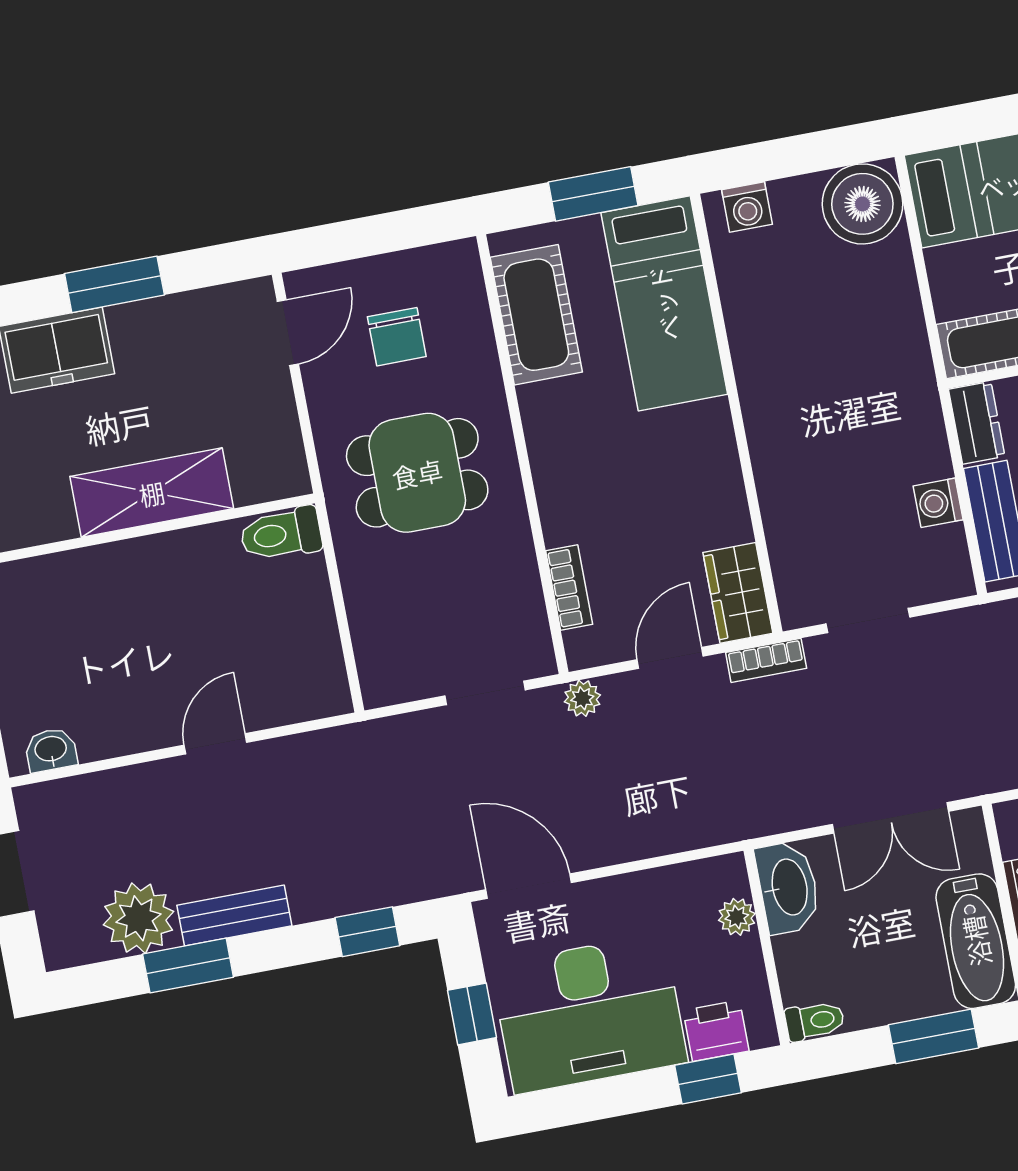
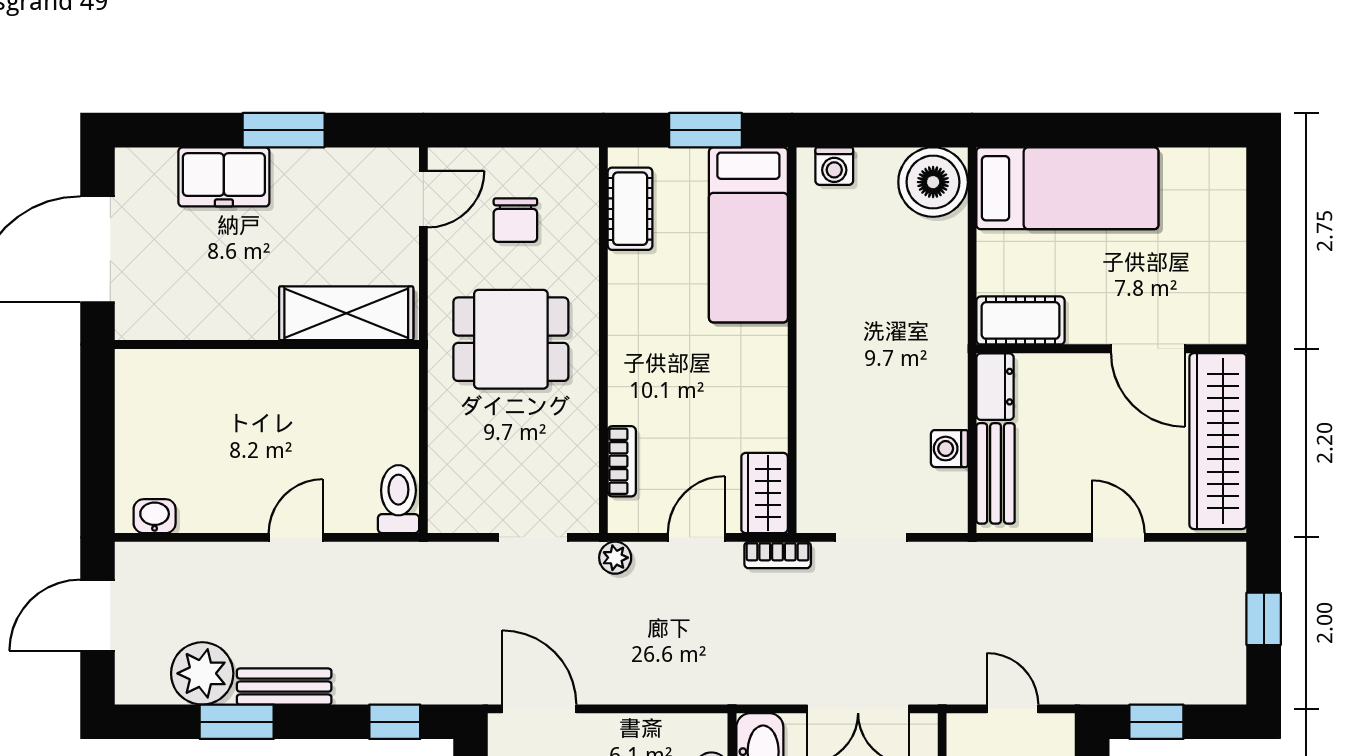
cot: (536, 315) -> (630, 209), width x0.73, depth x0.75
shelving: (152, 493) -> (346, 313), moved
toilet: (281, 534) -> (398, 499), moved, turned 90

